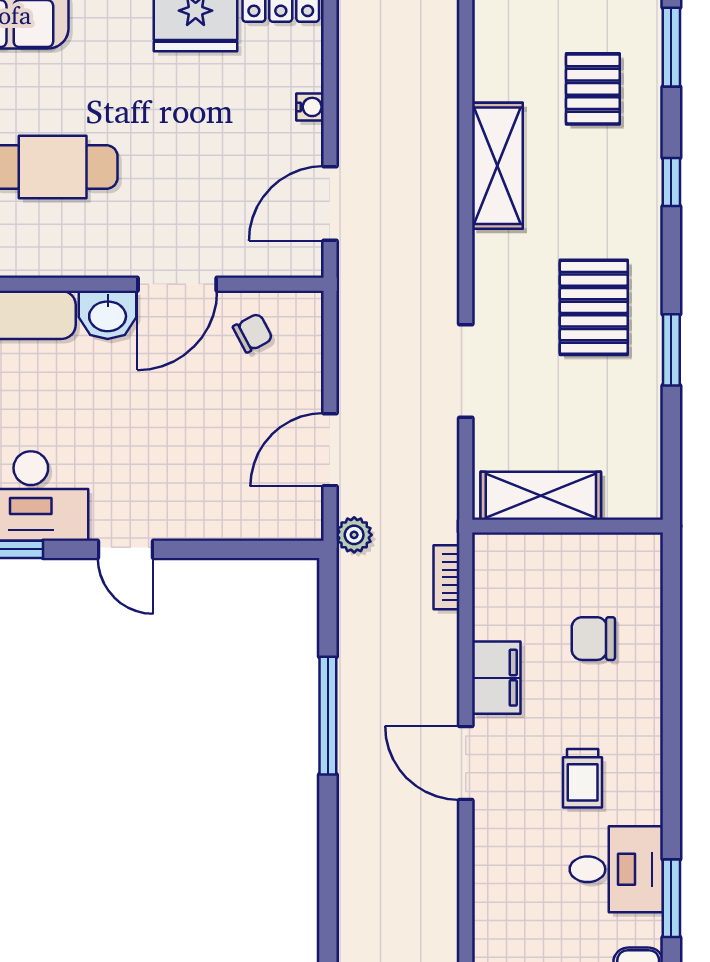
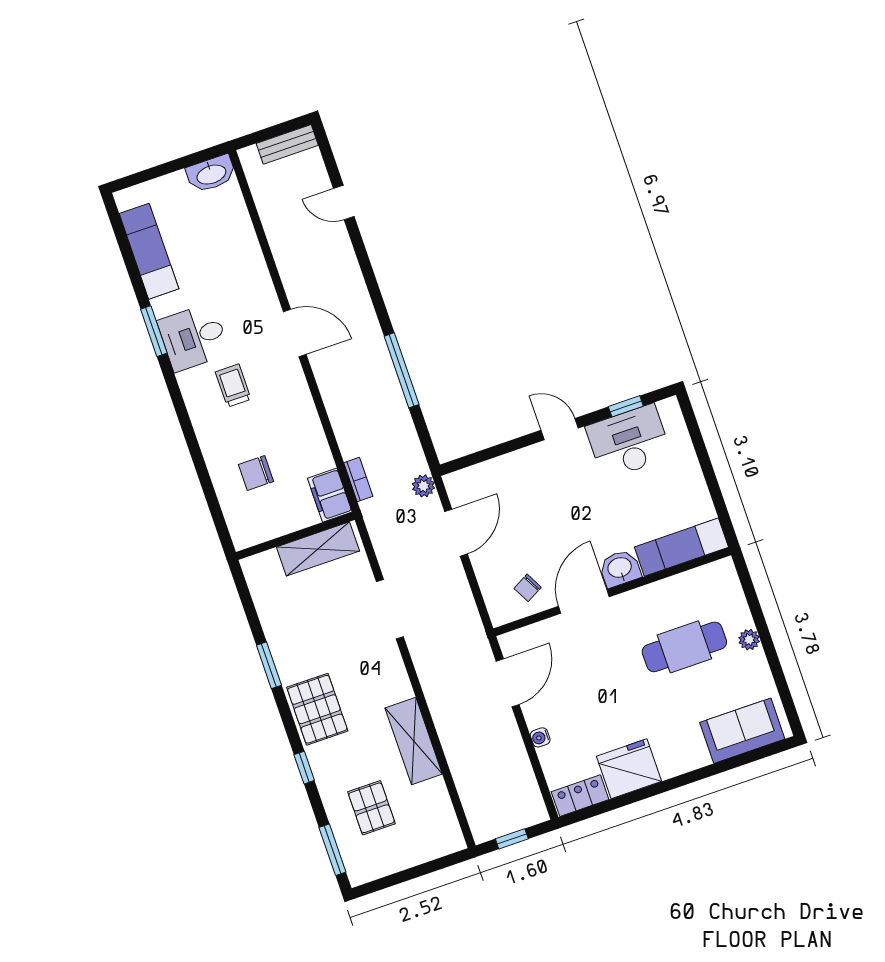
pallet: (594, 307) -> (317, 709), moved
chair: (593, 639) -> (256, 473), turned 180
filing cabinet: (496, 678) -> (330, 495), moved
door: (466, 763) -> (295, 333), moved

